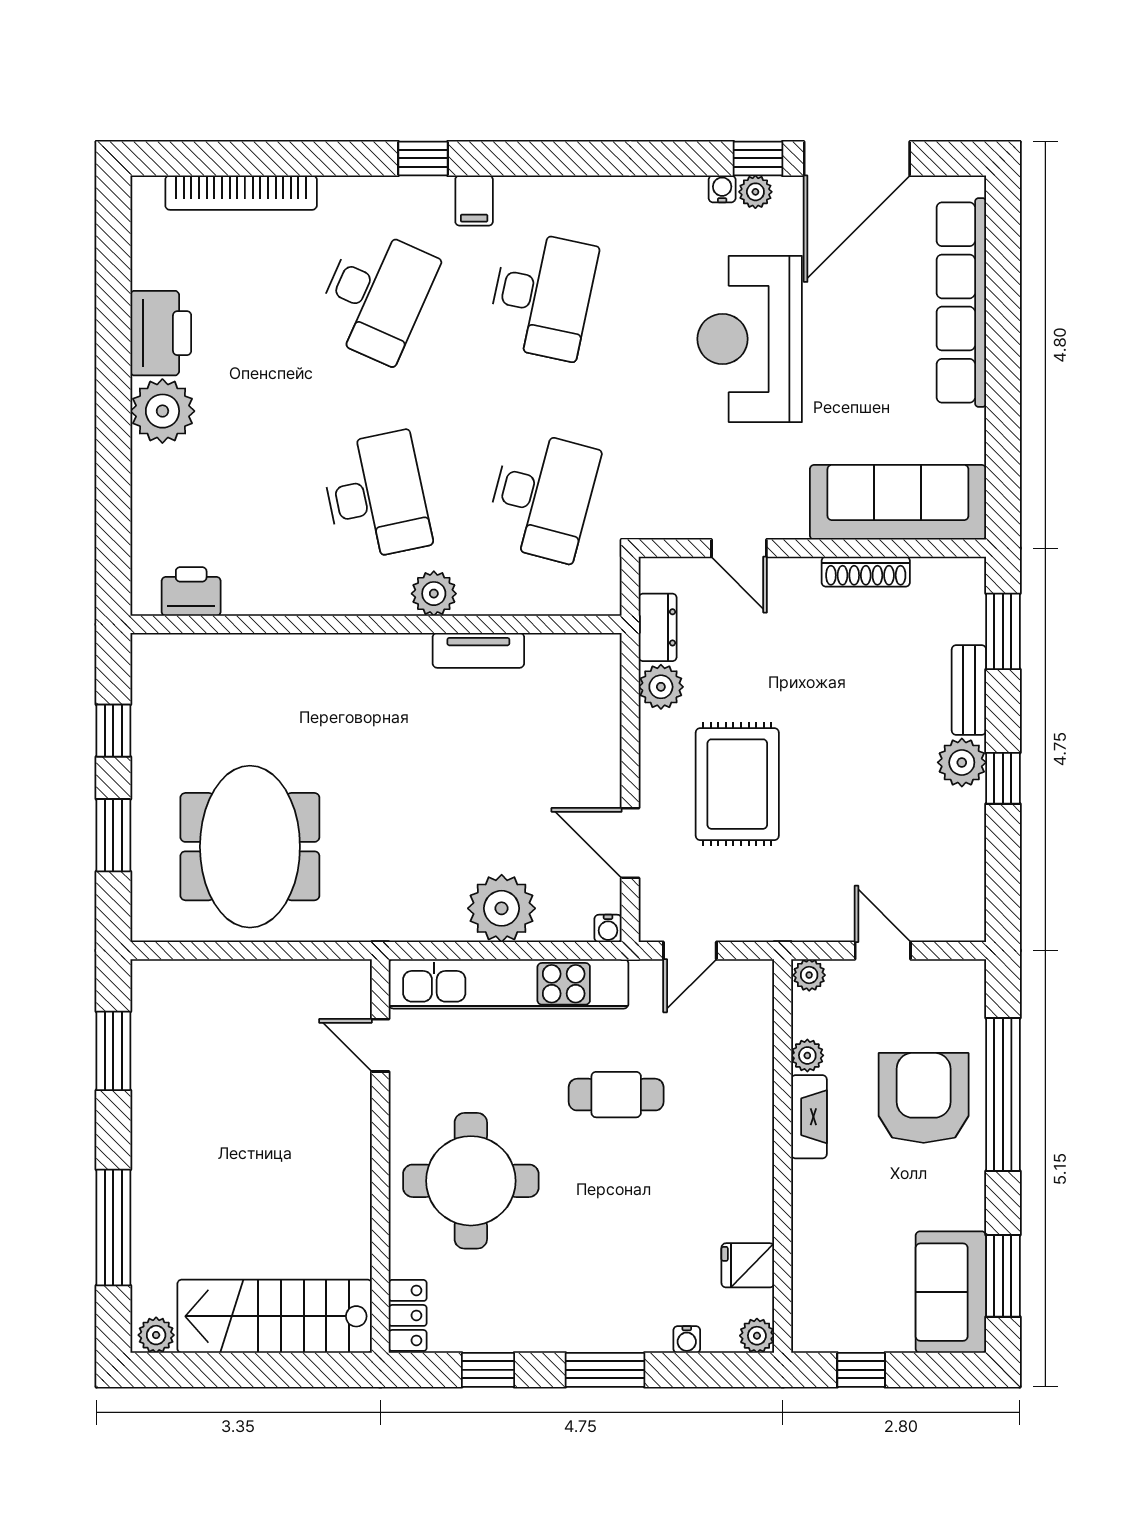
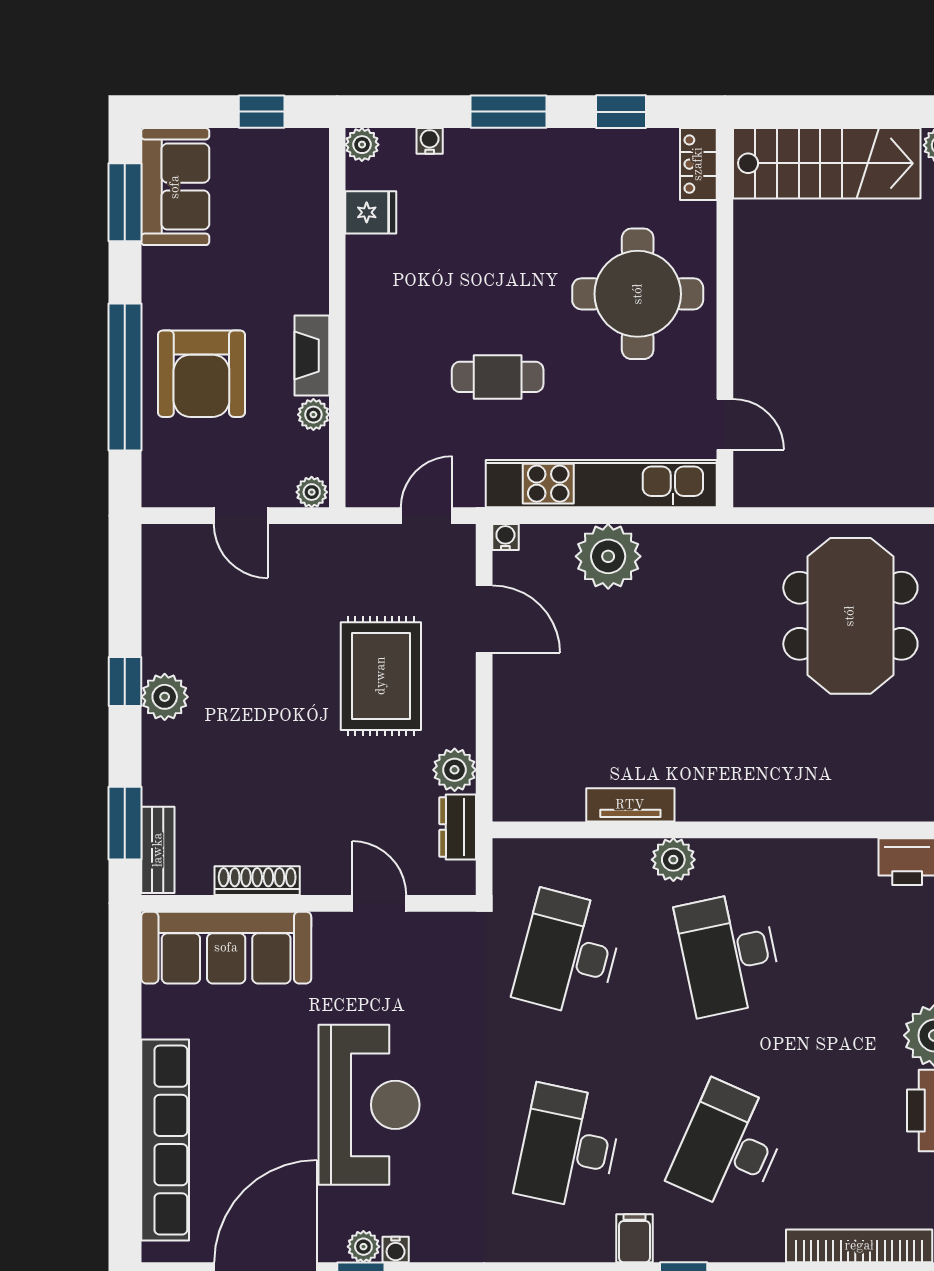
bench: (969, 690) -> (158, 850), moved

